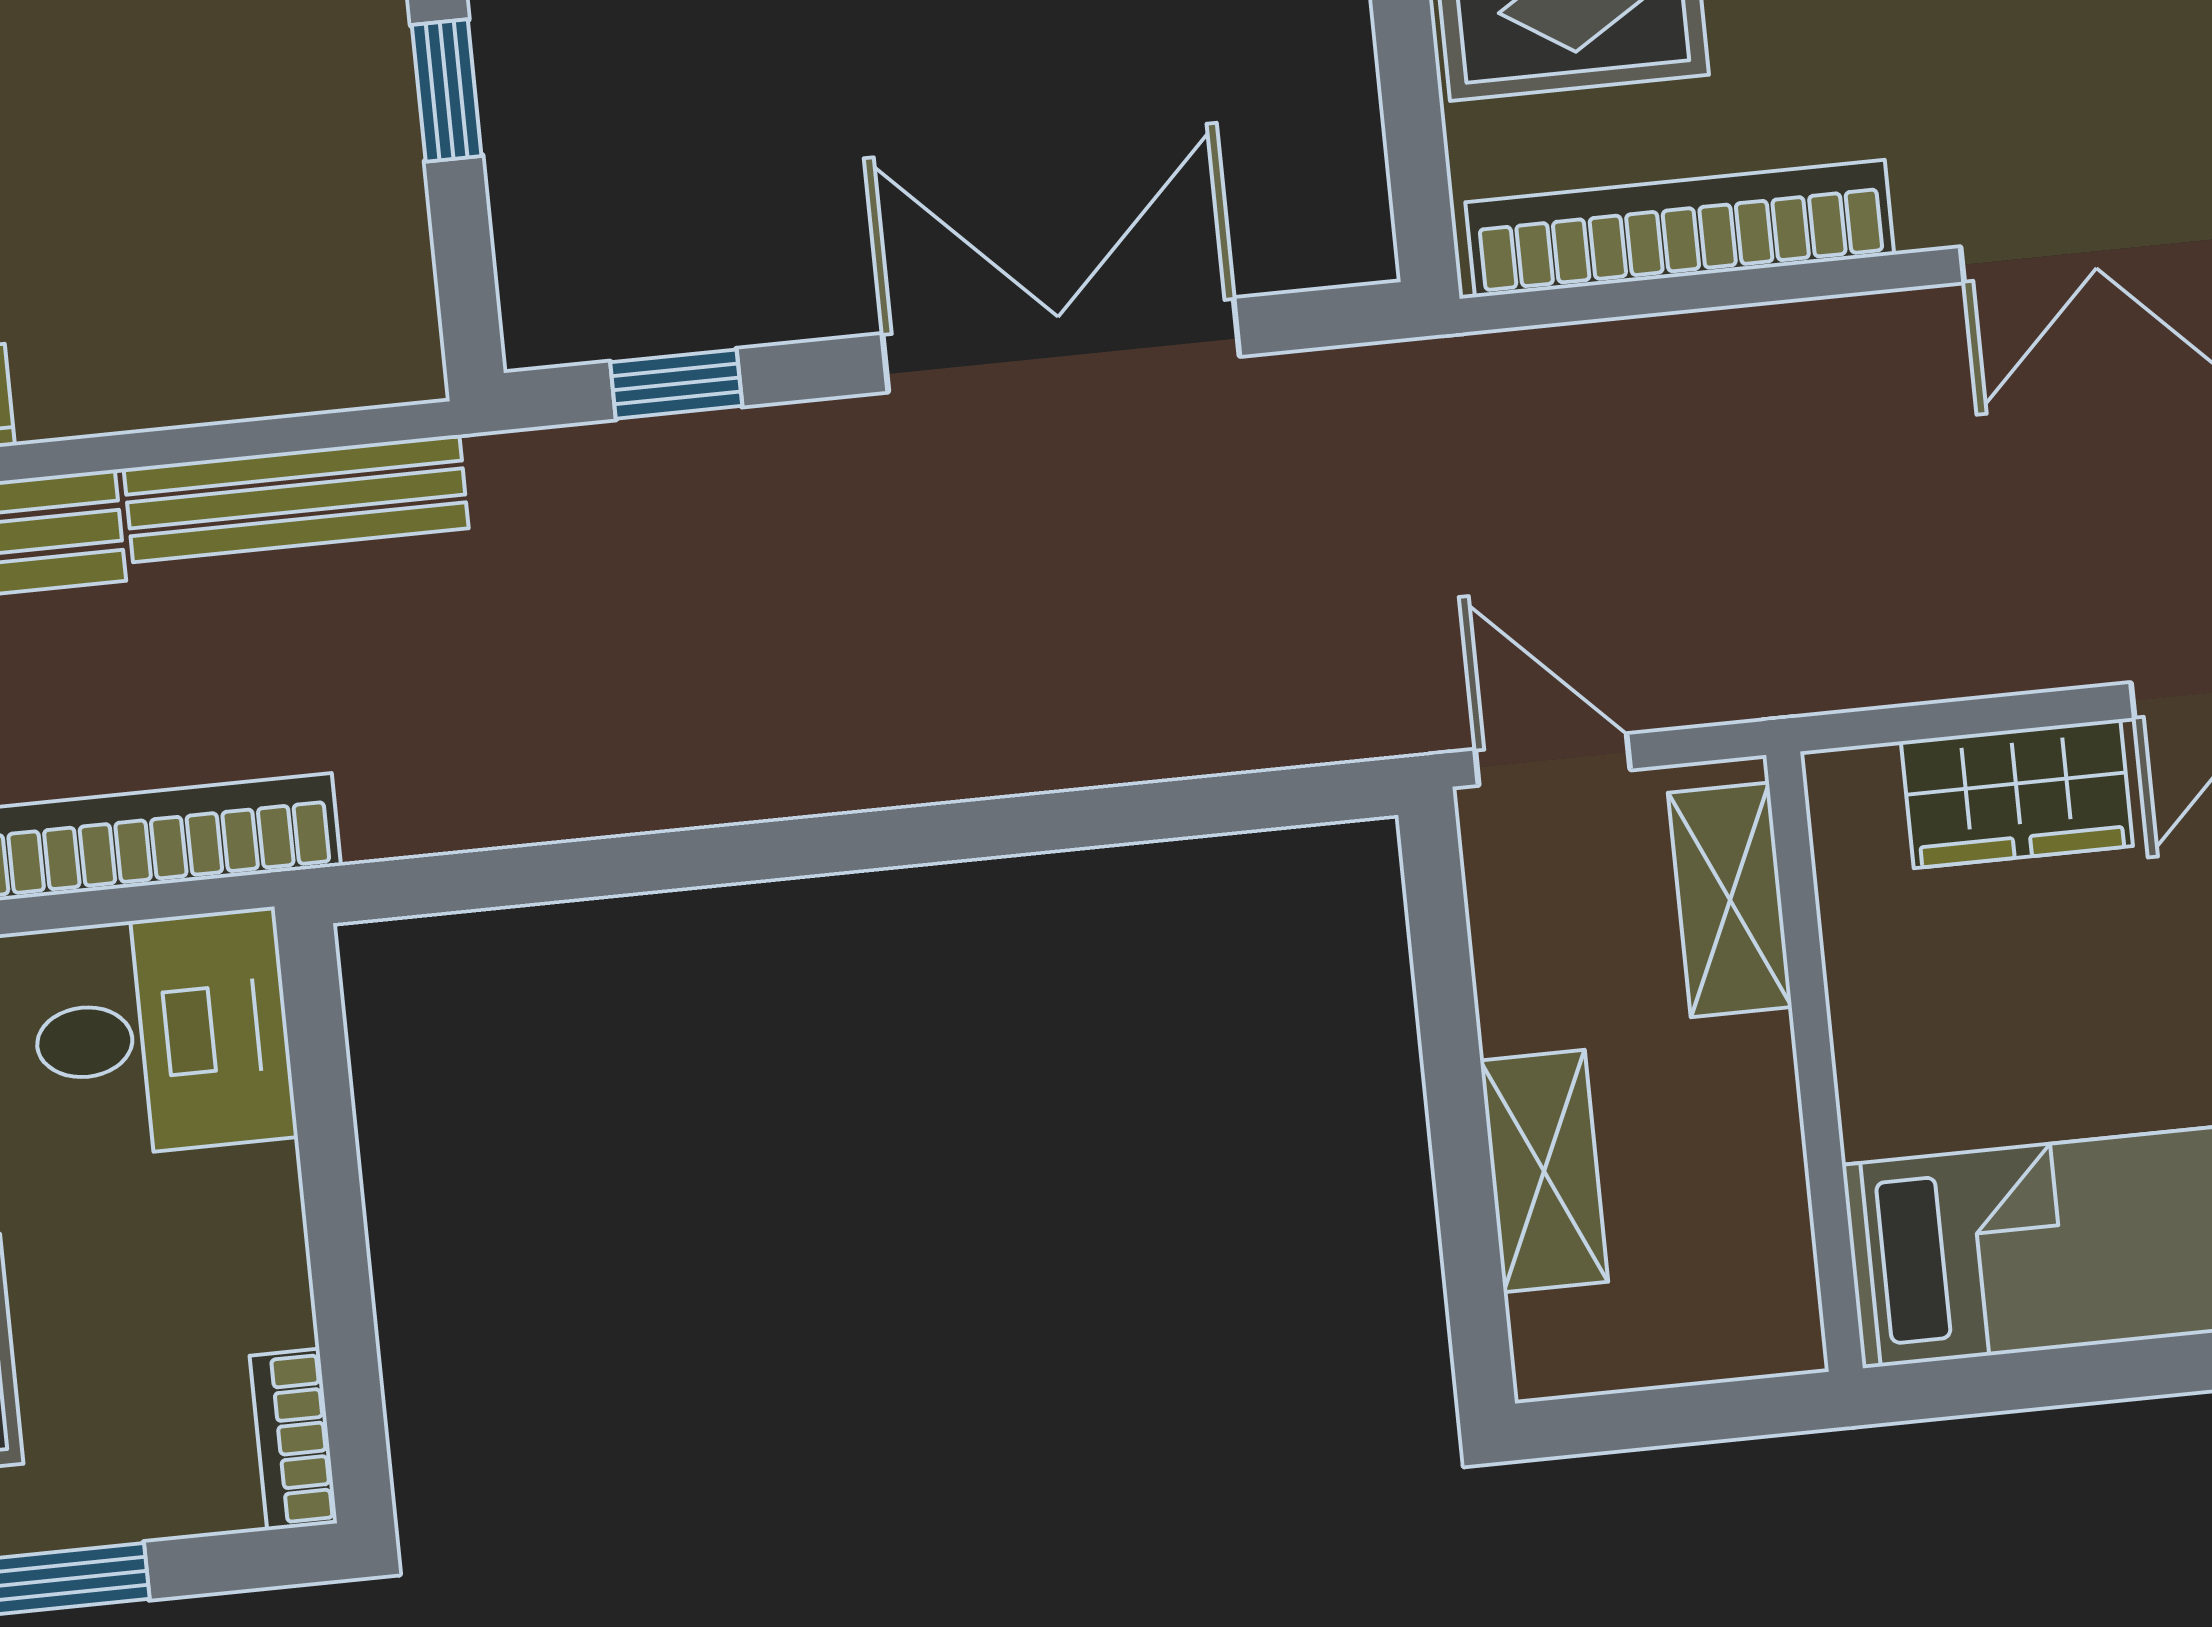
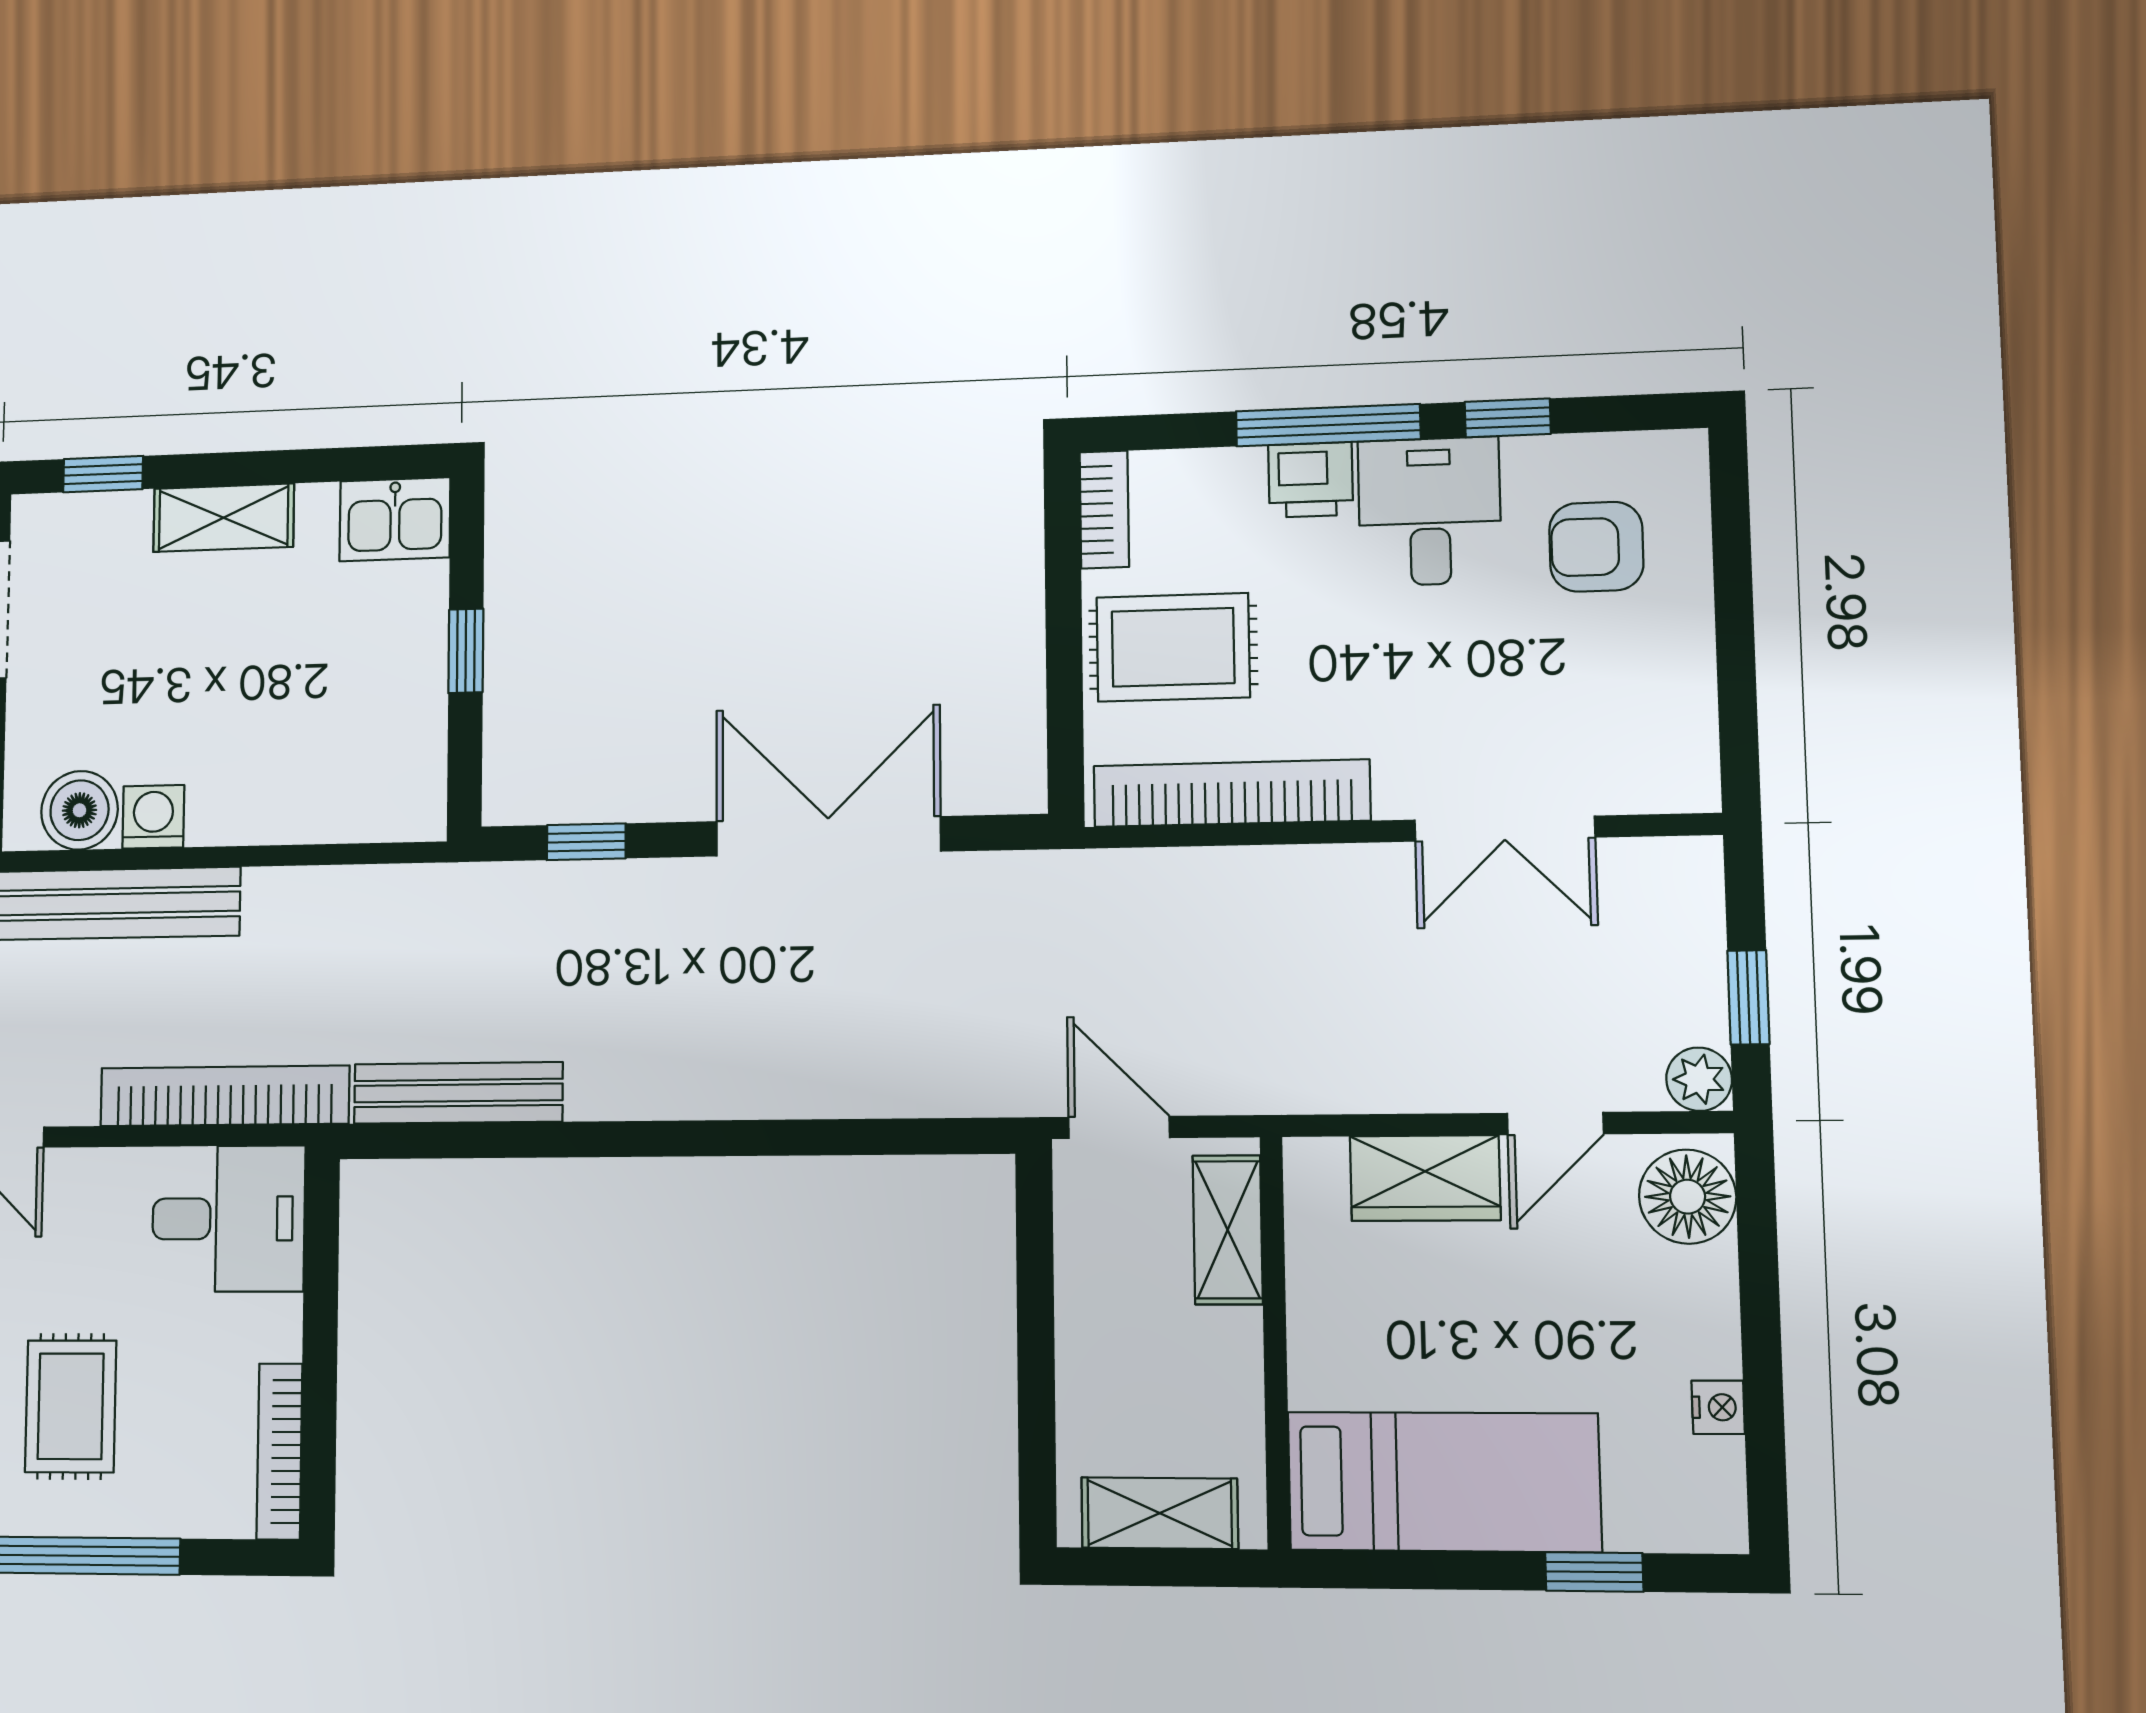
bench: (296, 498) -> (458, 1093), moved
shelving: (1544, 1171) -> (1160, 1513), moved, turned 90
bookcase: (293, 1439) -> (280, 1451), width x1.56

